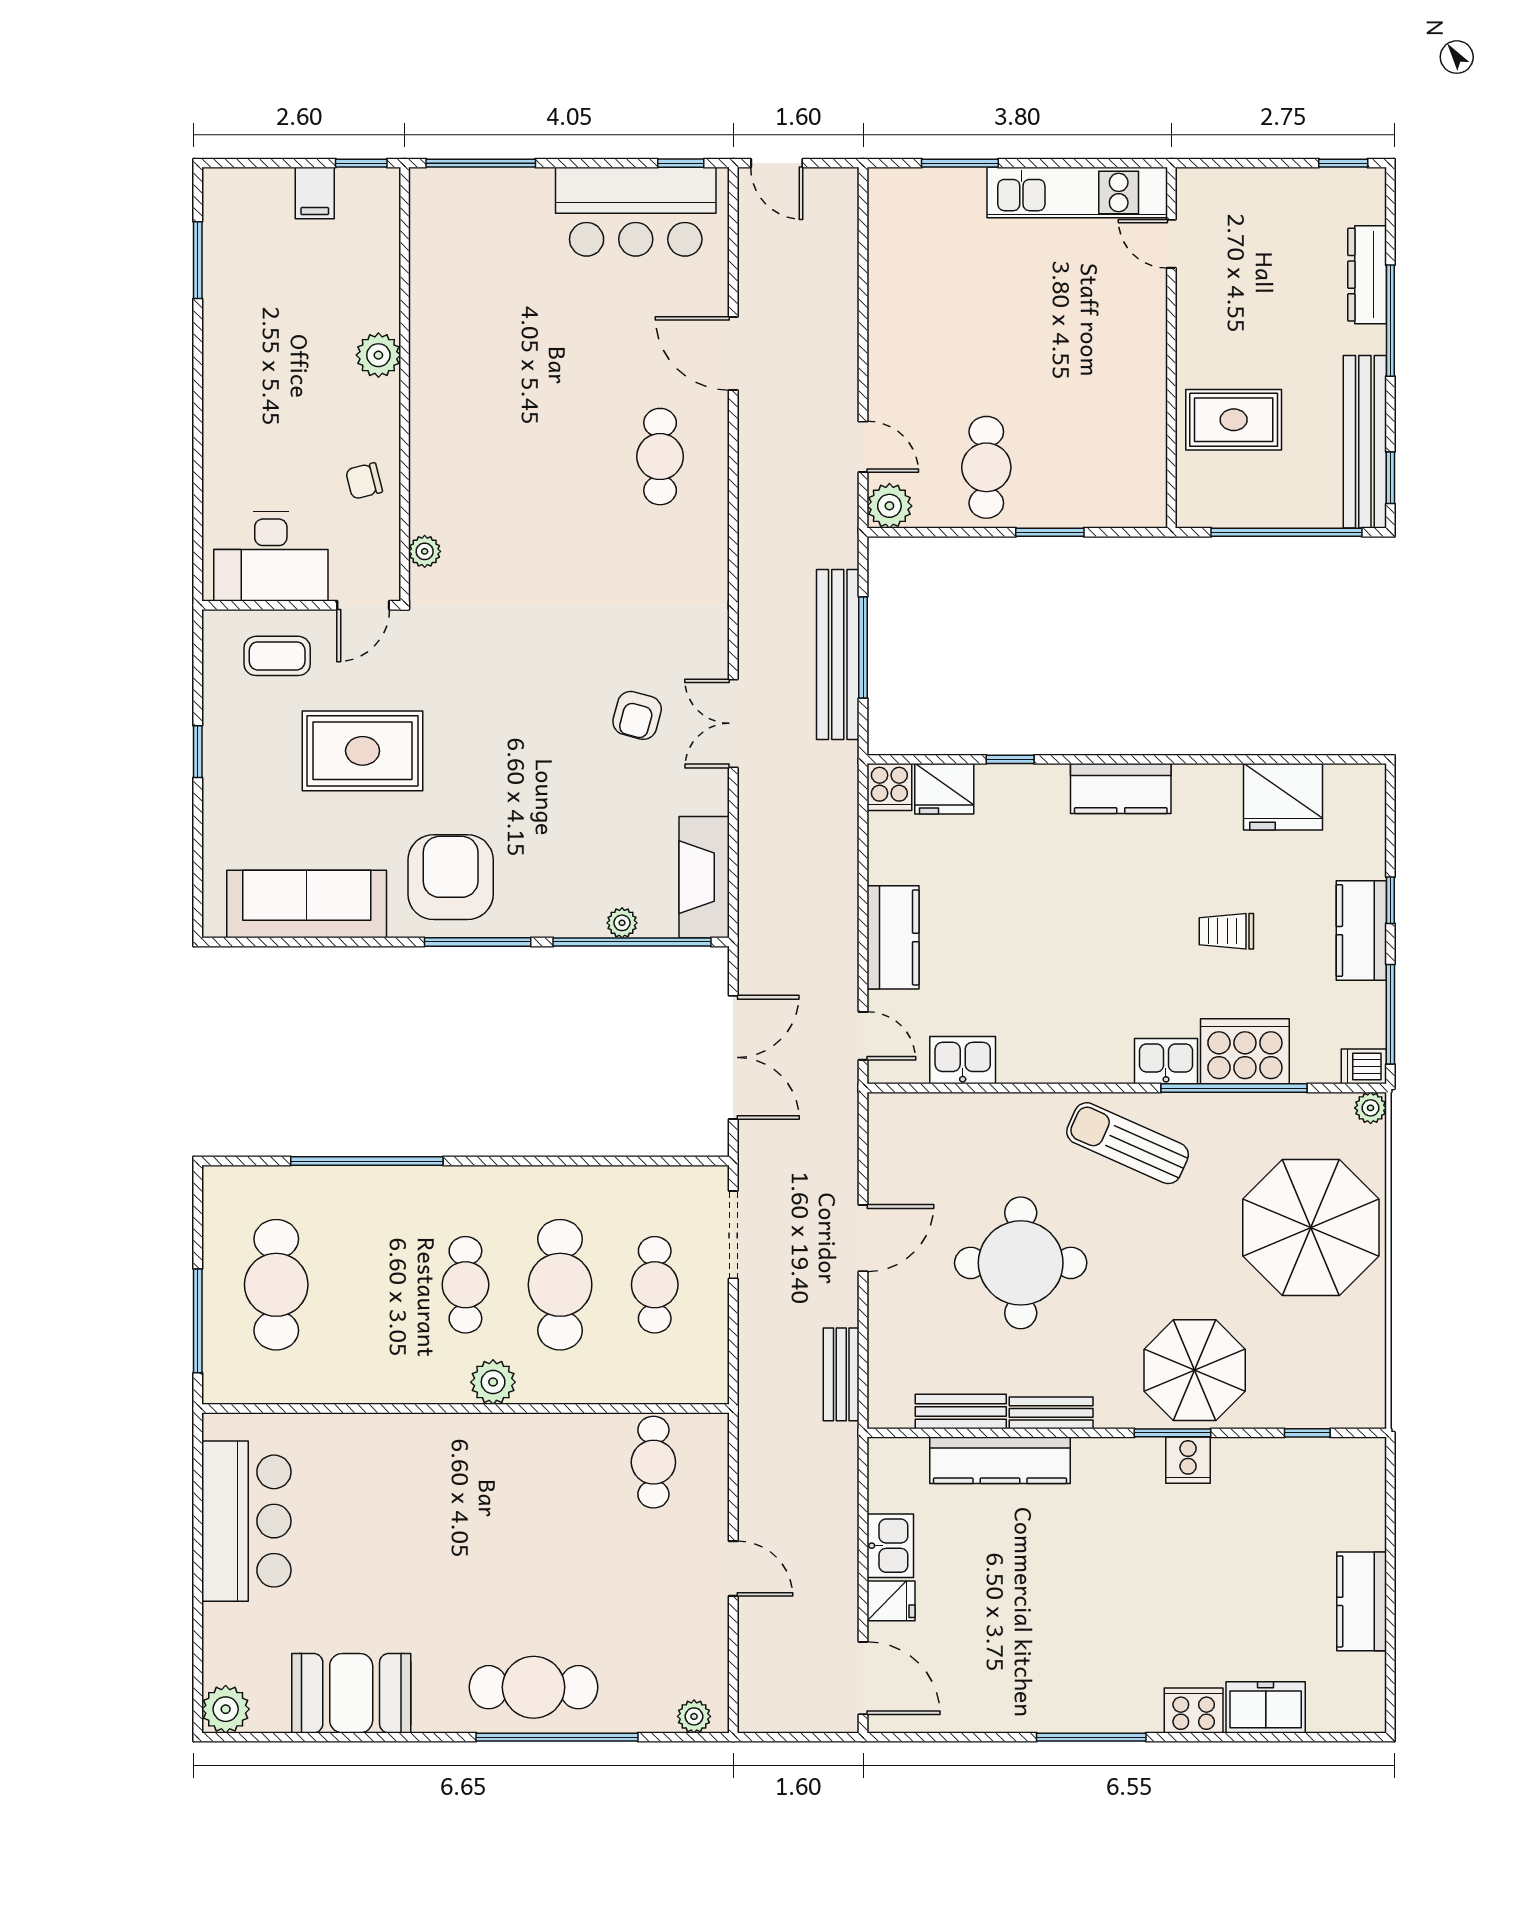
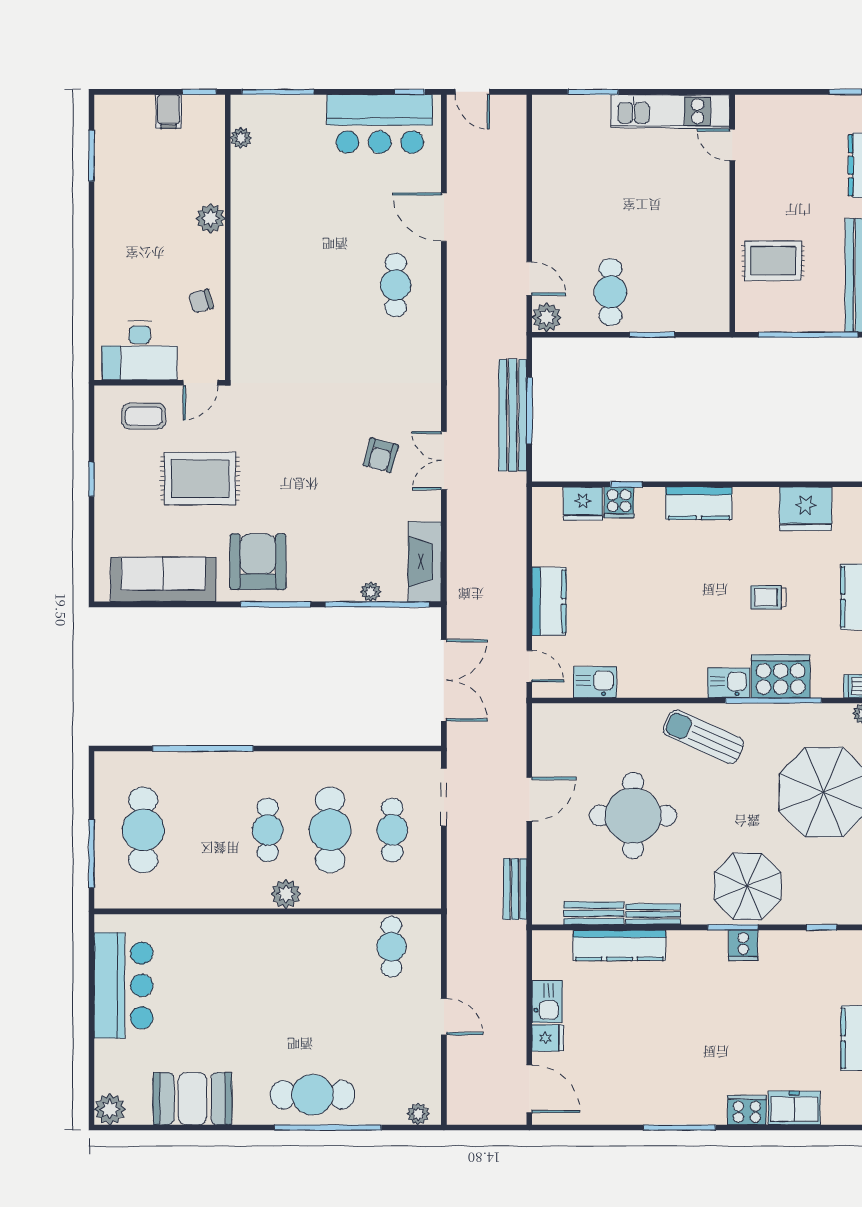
plant: (425, 551) -> (241, 138), moved
cooker: (889, 787) -> (619, 502), moved

